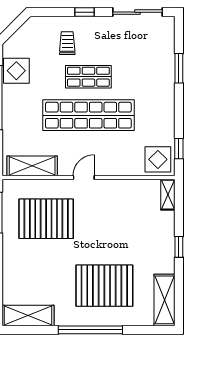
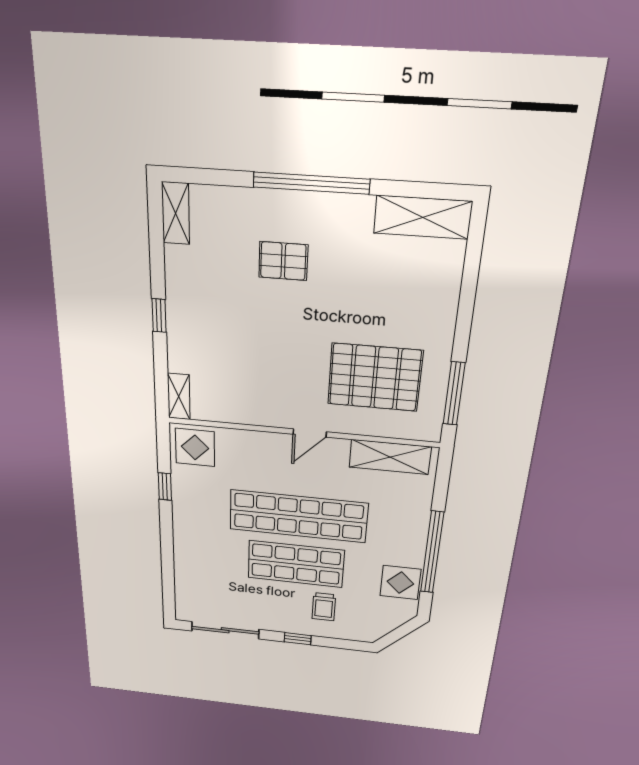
window: (179, 68) -> (167, 560), removed
shop shelf: (88, 77) -> (296, 564), width x1.43, depth x1.36
window: (179, 149) -> (165, 487), moved
pallet: (104, 286) -> (283, 261), width x0.49, depth x0.50
shelving: (164, 300) -> (176, 213), width x0.67, depth x0.75

